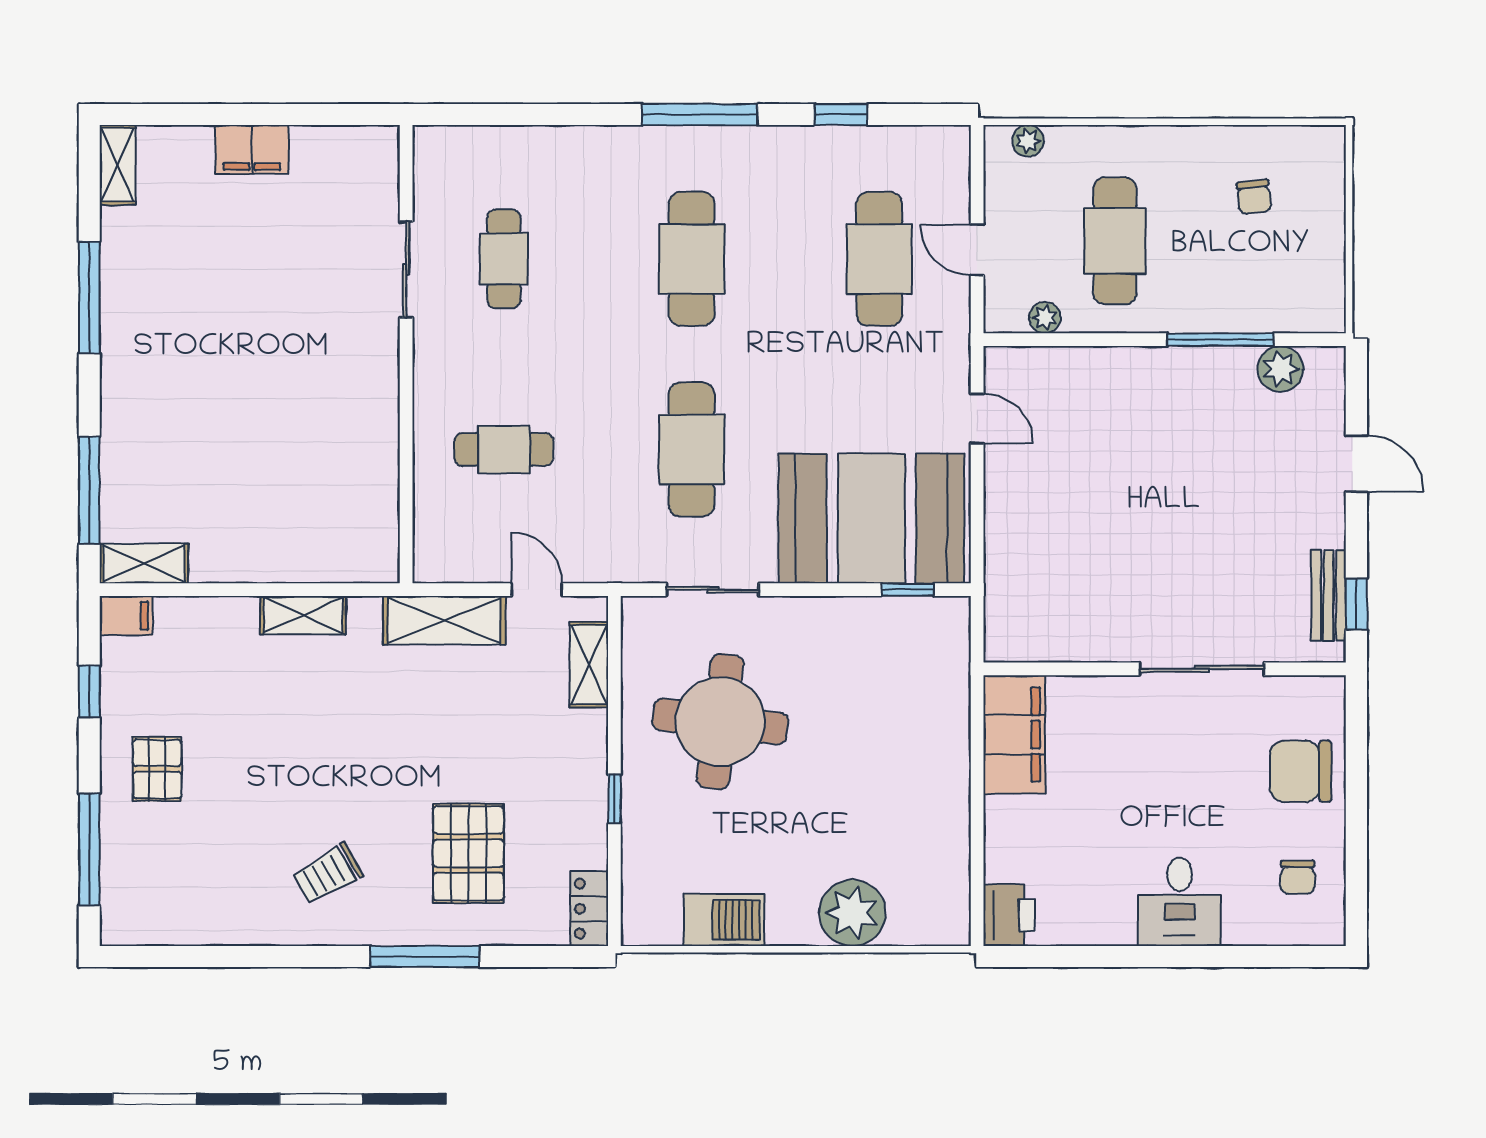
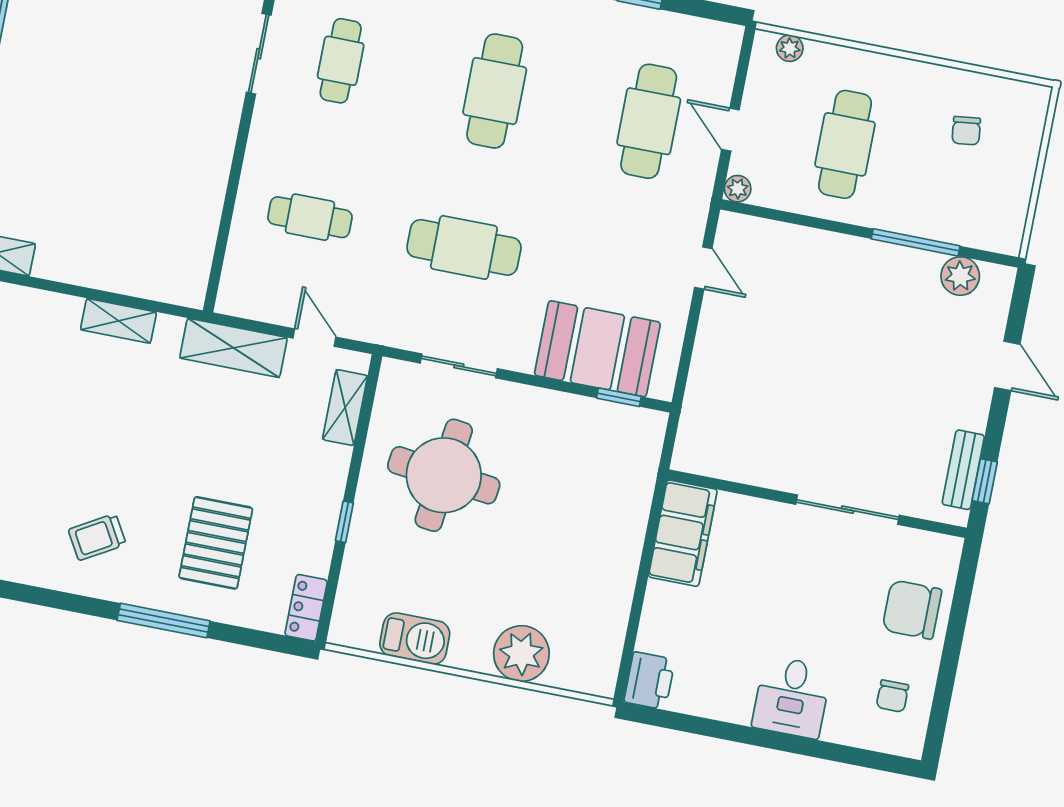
plant: (1045, 318) -> (738, 189), moved
cafe table: (692, 449) -> (464, 247), turned 90
booth: (871, 518) -> (597, 349), width x0.73, depth x0.70

